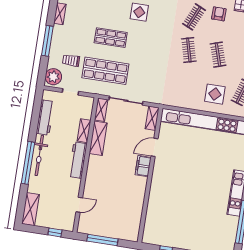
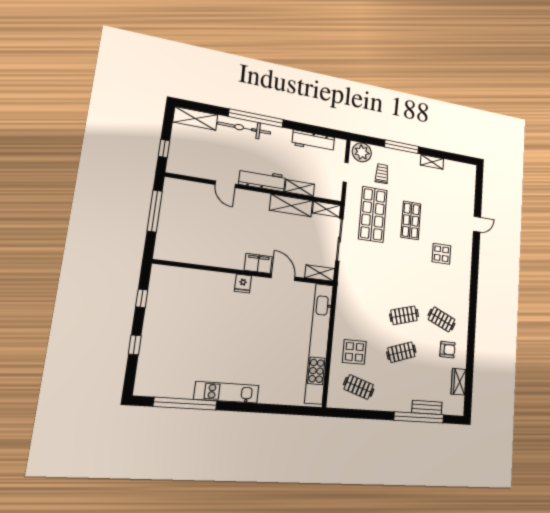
bicycle: (39, 155) -> (244, 128), moved
fridge: (158, 178) -> (243, 284), added
door: (79, 205) -> (225, 184), moved

